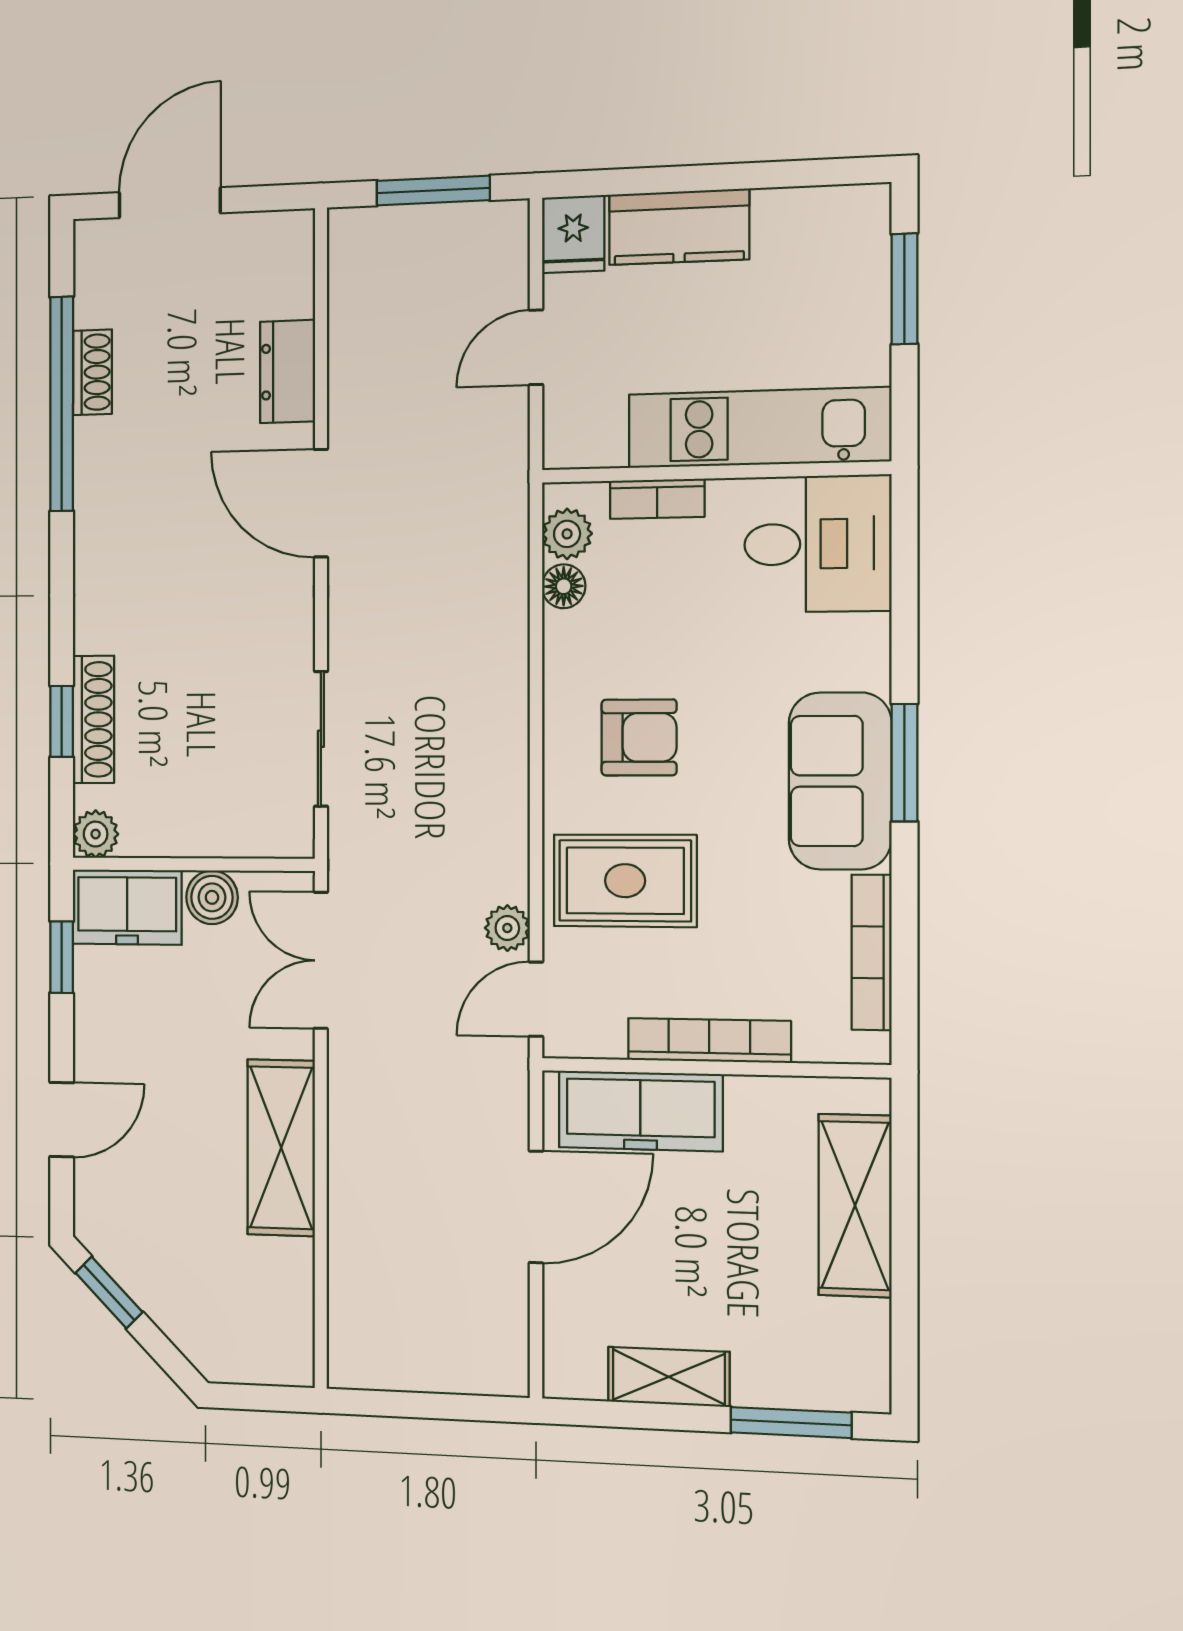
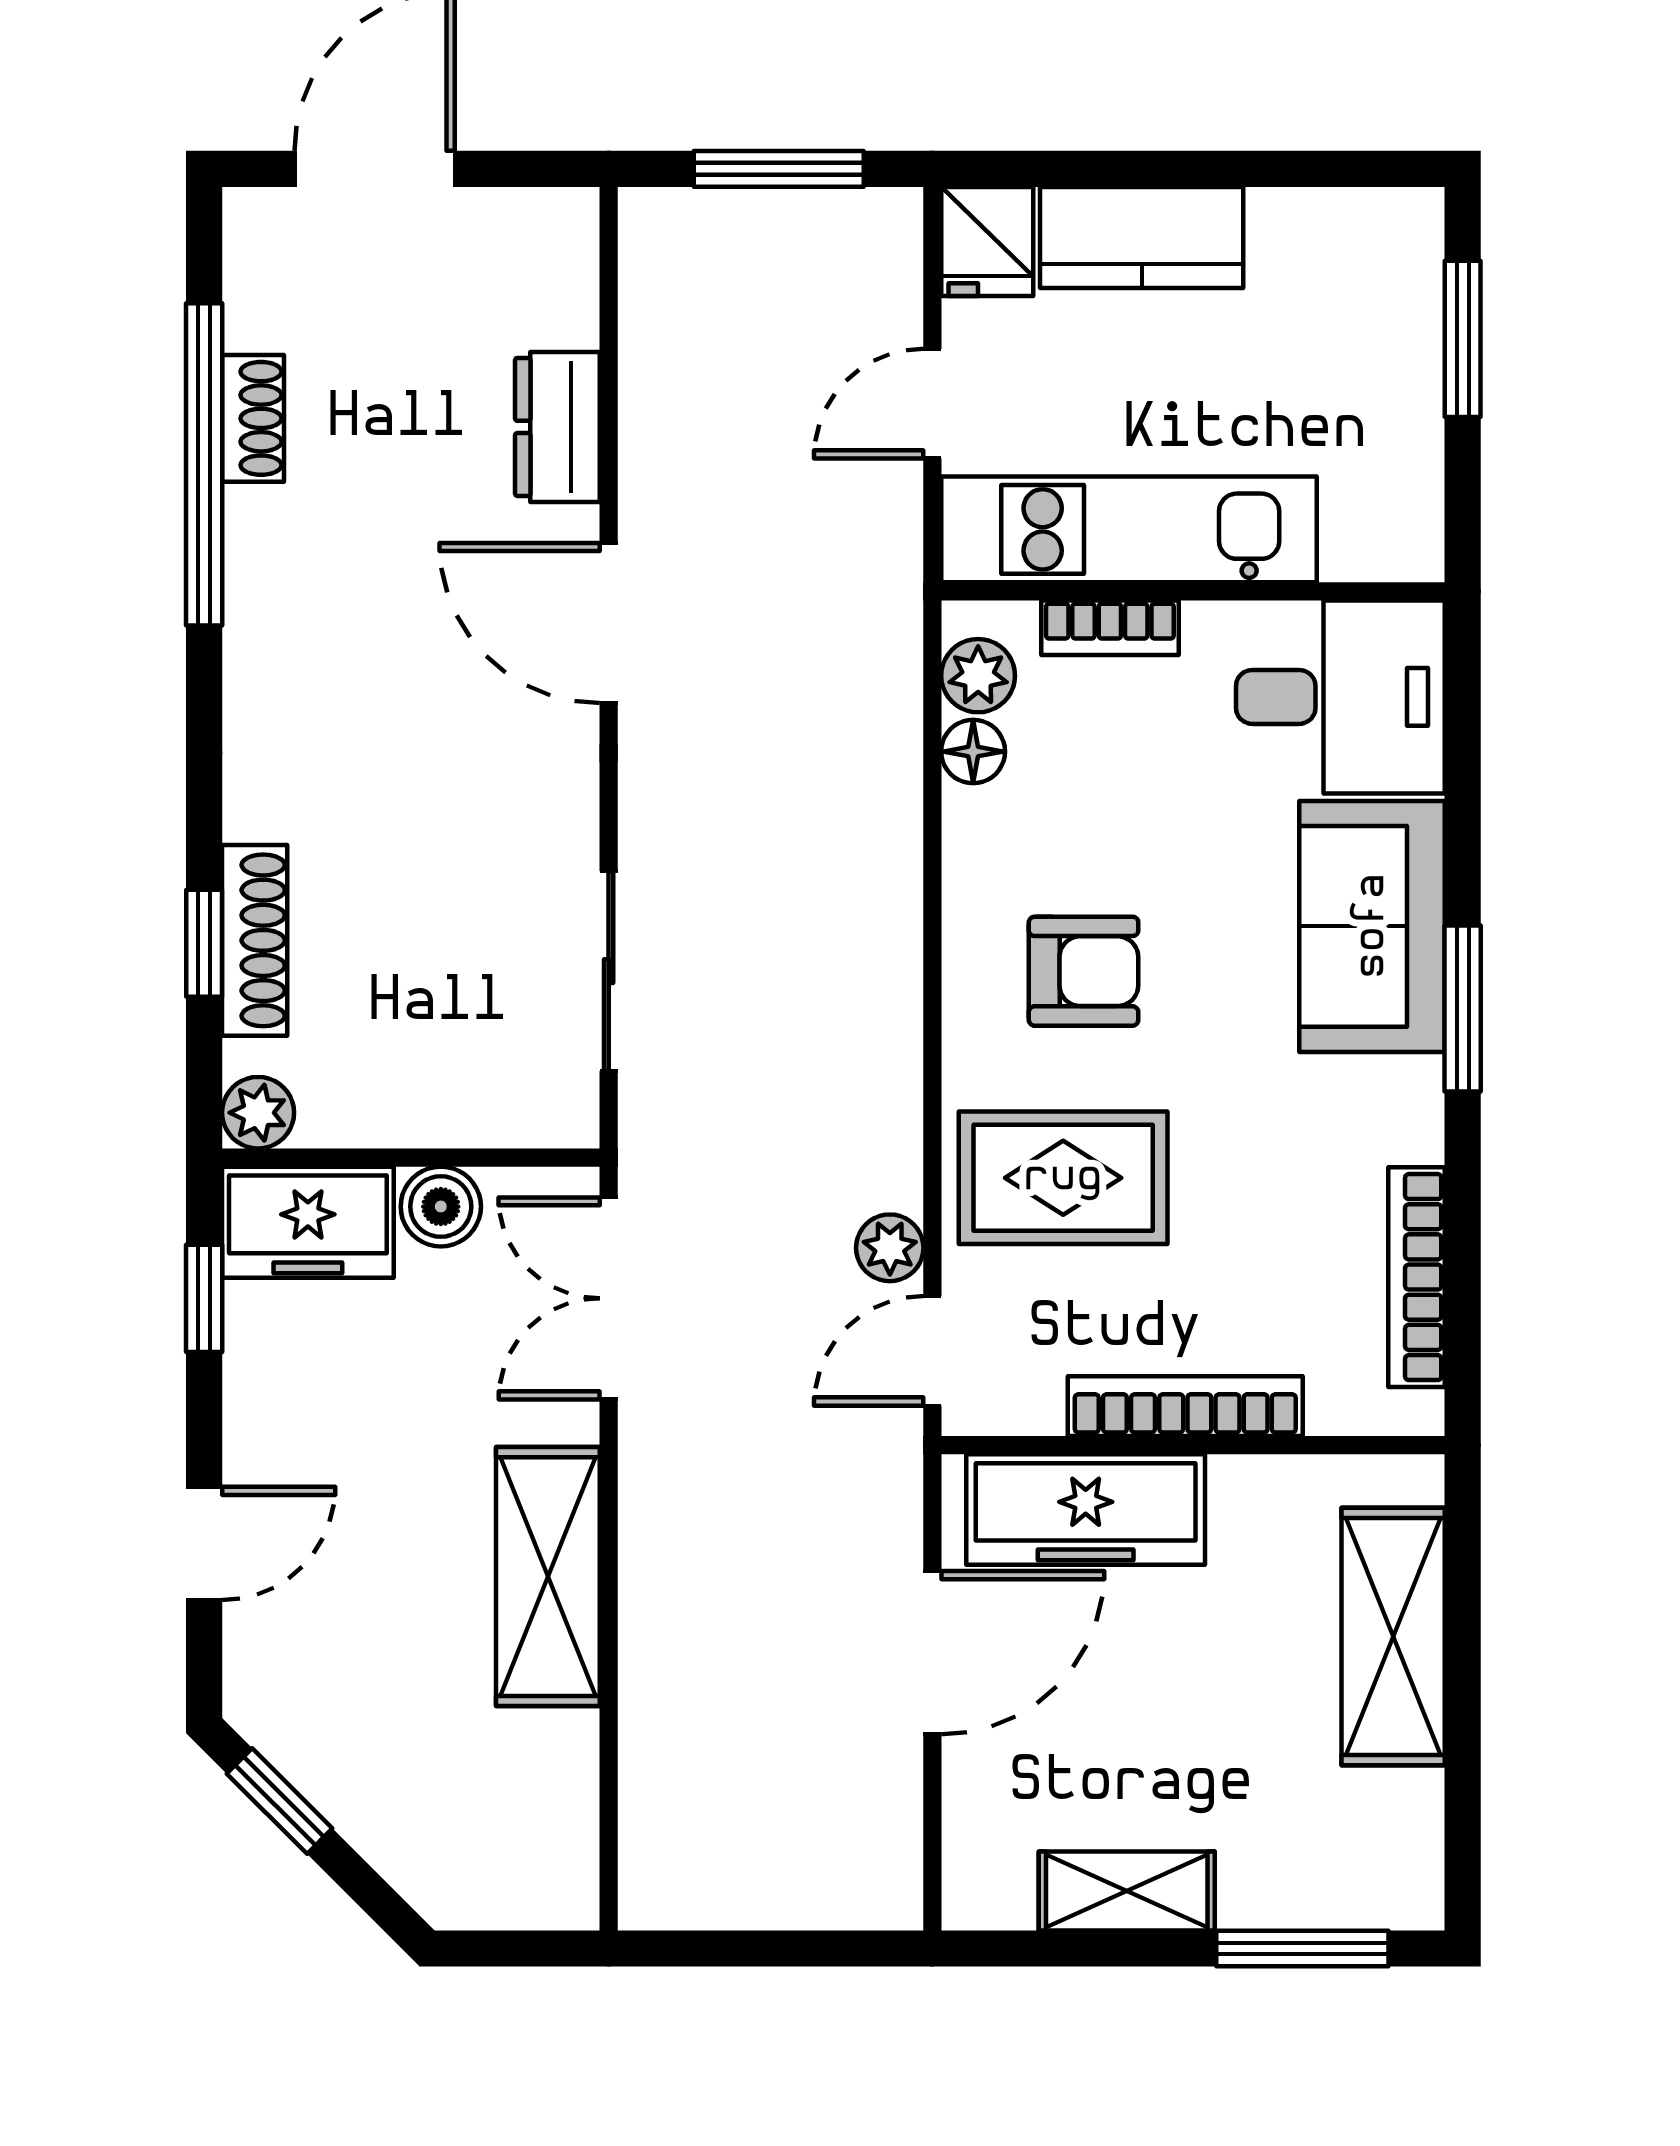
kitchen unit: (759, 428) -> (1129, 529), moved
sofa: (840, 781) -> (1372, 926), moved

